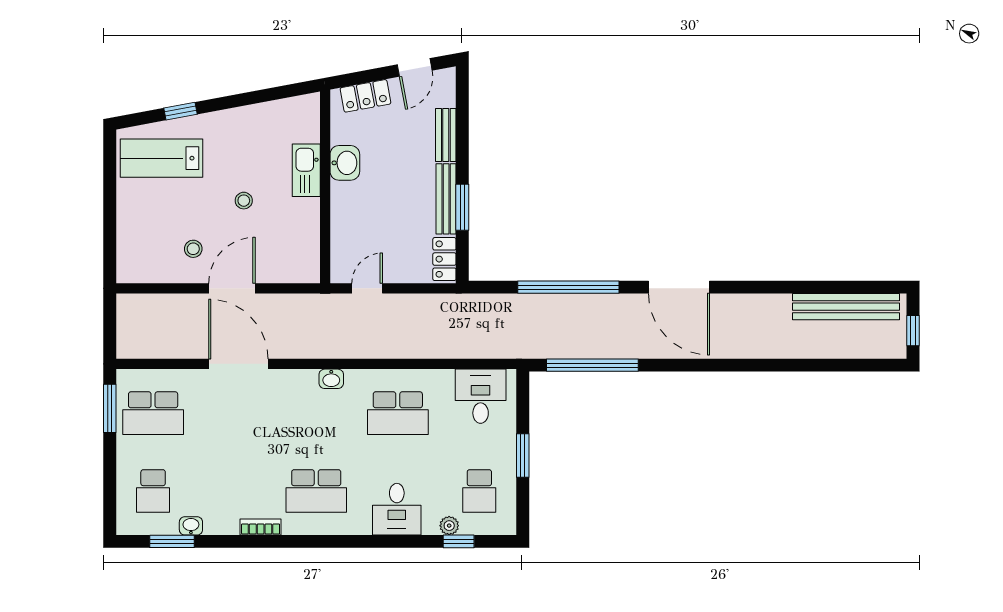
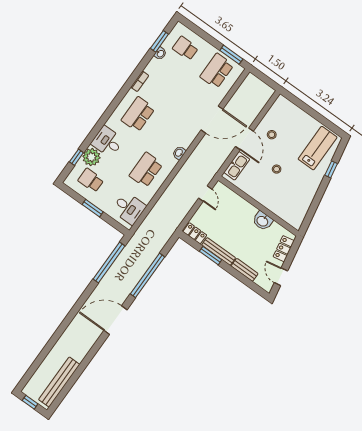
kitchen sink: (306, 170) -> (237, 166), moved, turned 90
plant: (449, 526) -> (91, 157), width x1.87, depth x1.87

